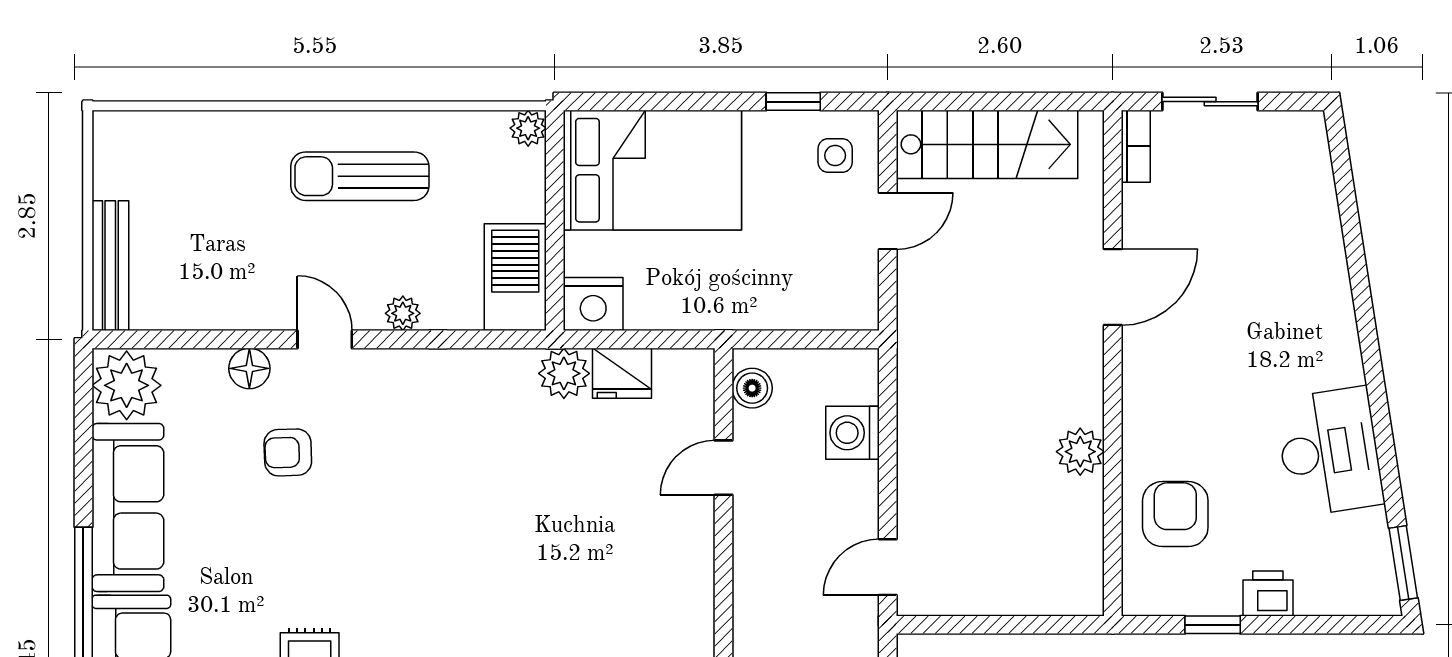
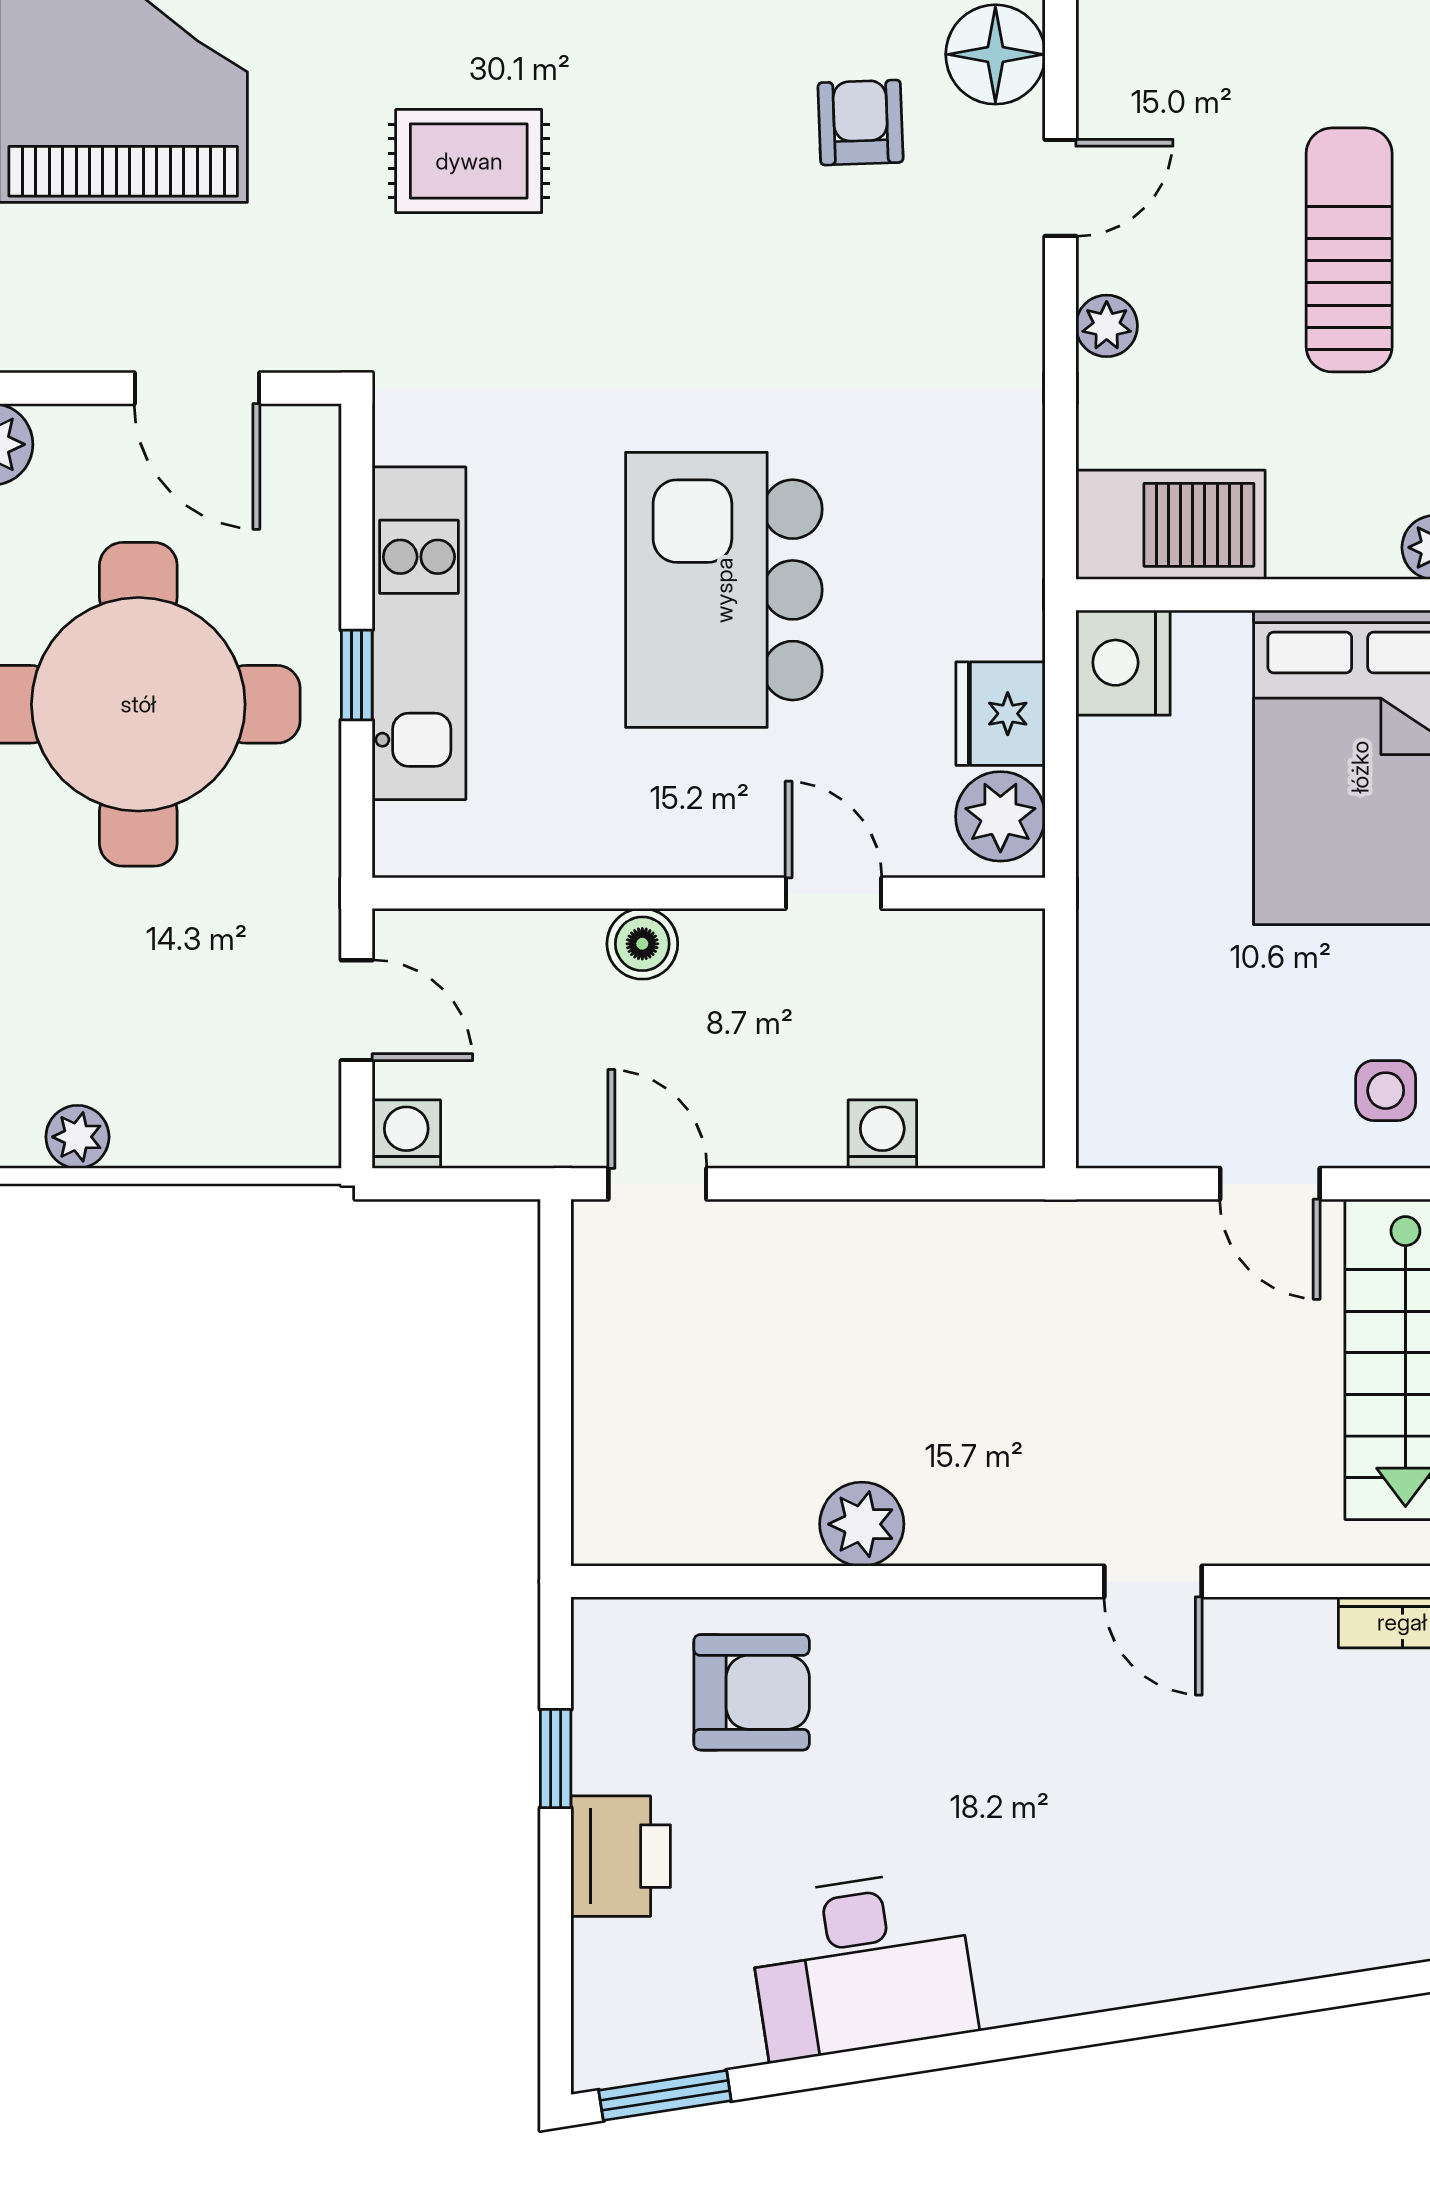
door: (1113, 287) -> (1153, 1581), width x0.73
floor lamp: (249, 368) -> (995, 54), width x1.38, depth x1.38
plant: (564, 373) -> (1000, 816), moved
boiler: (752, 388) -> (642, 944), moved
washing machine: (852, 433) -> (882, 1134), width x0.73, depth x0.73
kitchen island: (552, 530) -> (724, 590), added
printer: (1268, 593) -> (621, 1856), width x1.36, depth x1.24

